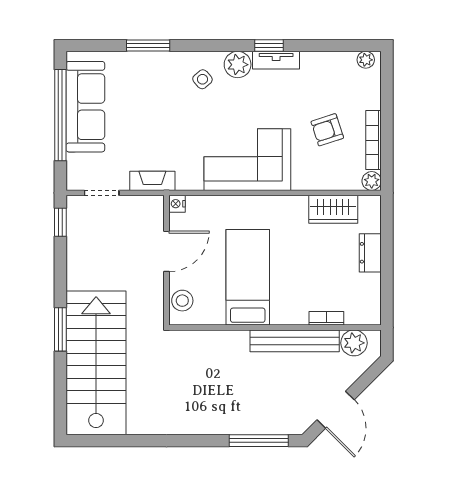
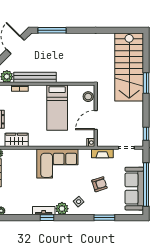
armchair: (327, 130) -> (99, 184), moved

